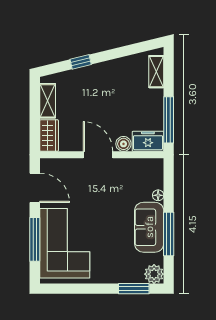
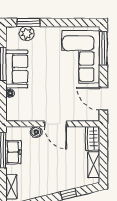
freezer: (148, 141) -> (14, 152), moved, turned -90
window: (35, 239) -> (103, 48), moved
plant: (154, 274) -> (27, 34), moved

